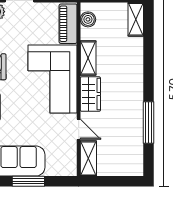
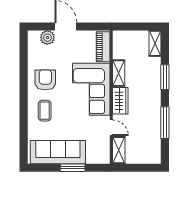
boiler: (88, 19) -> (118, 44), removed
window: (149, 63) -> (165, 77), added

